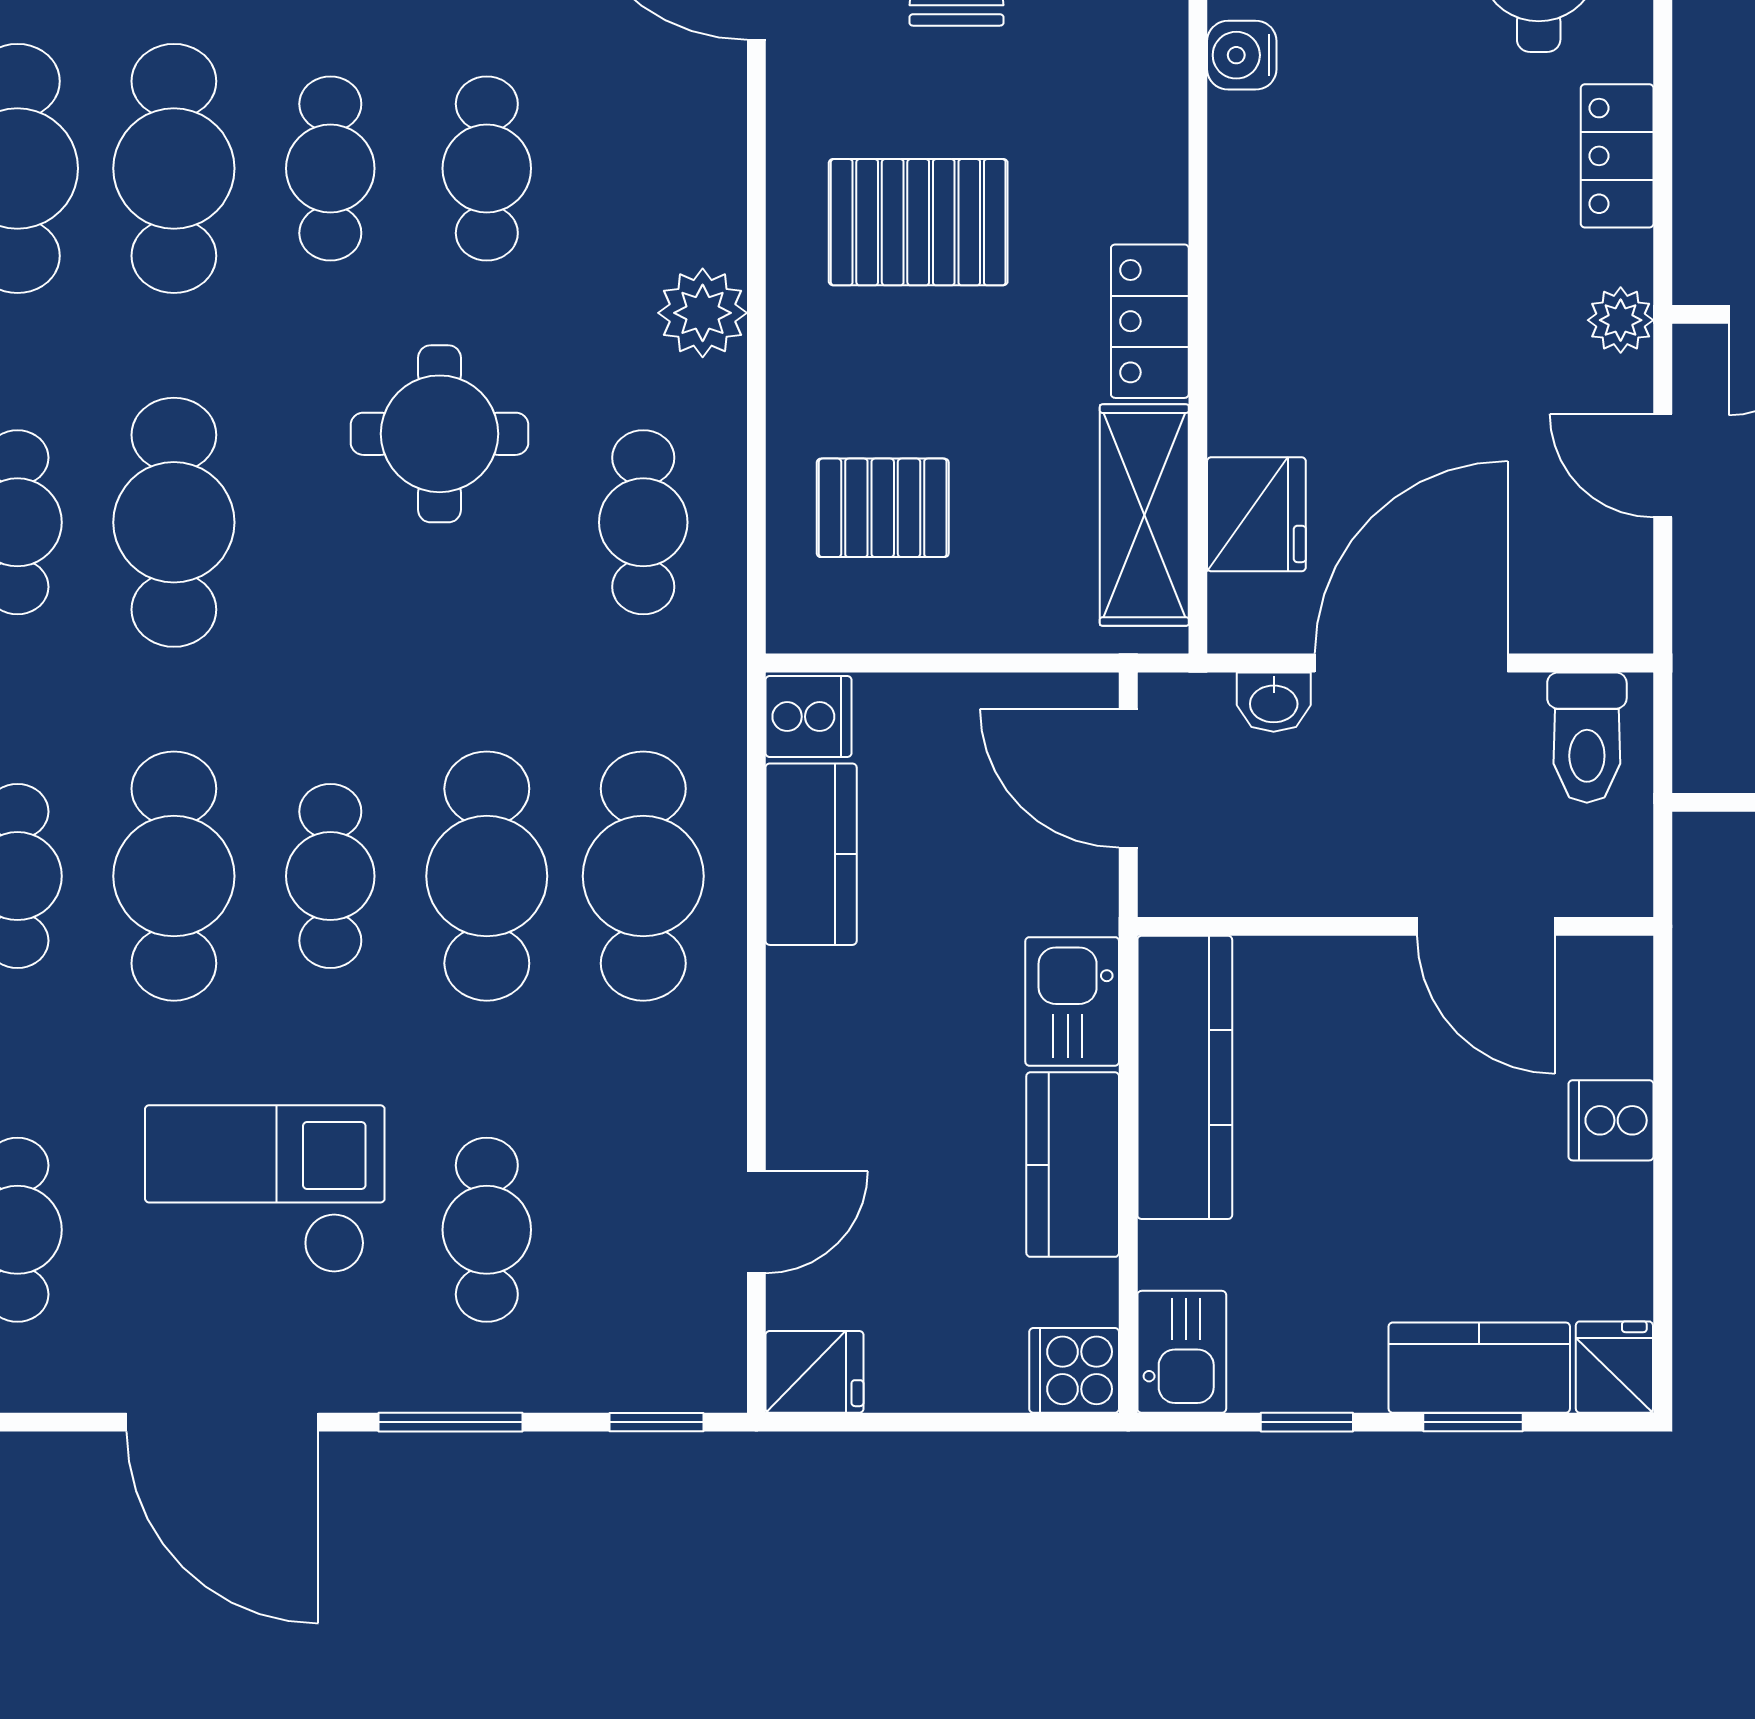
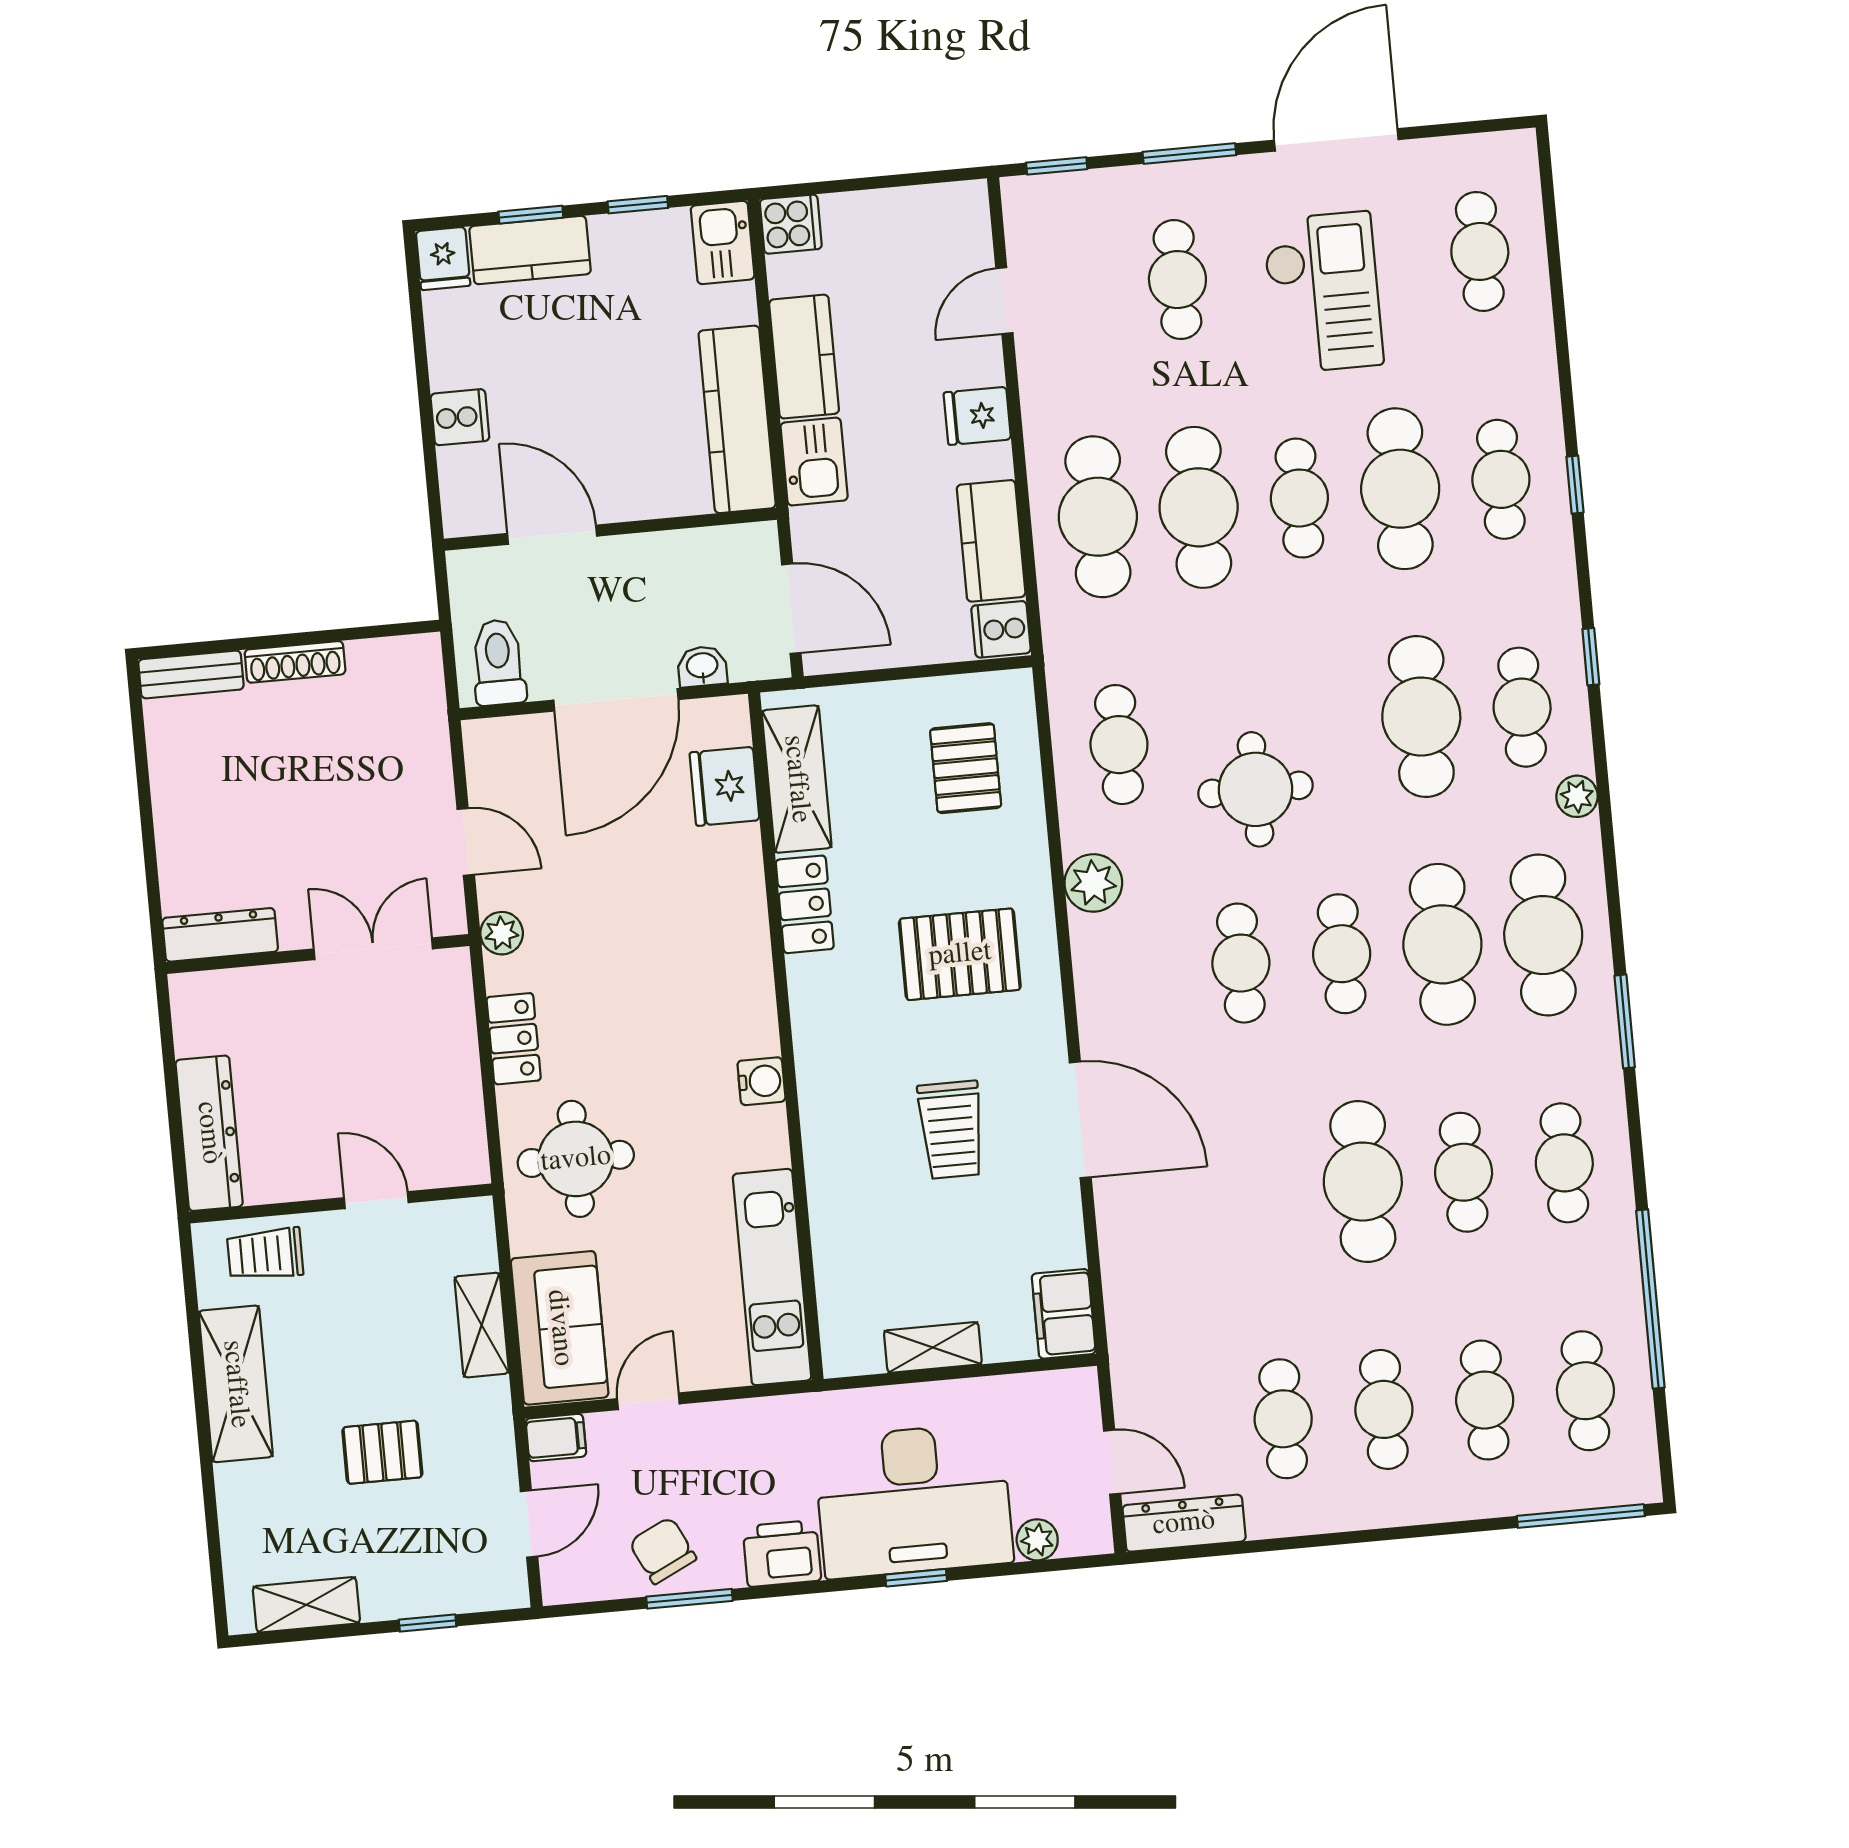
pallet: (883, 508) -> (966, 768), turned 90
checkout: (265, 1189) -> (1323, 292), turned -90
fridge: (814, 1372) -> (977, 416), moved
door: (222, 1422) -> (1336, 140), hinge flipped

